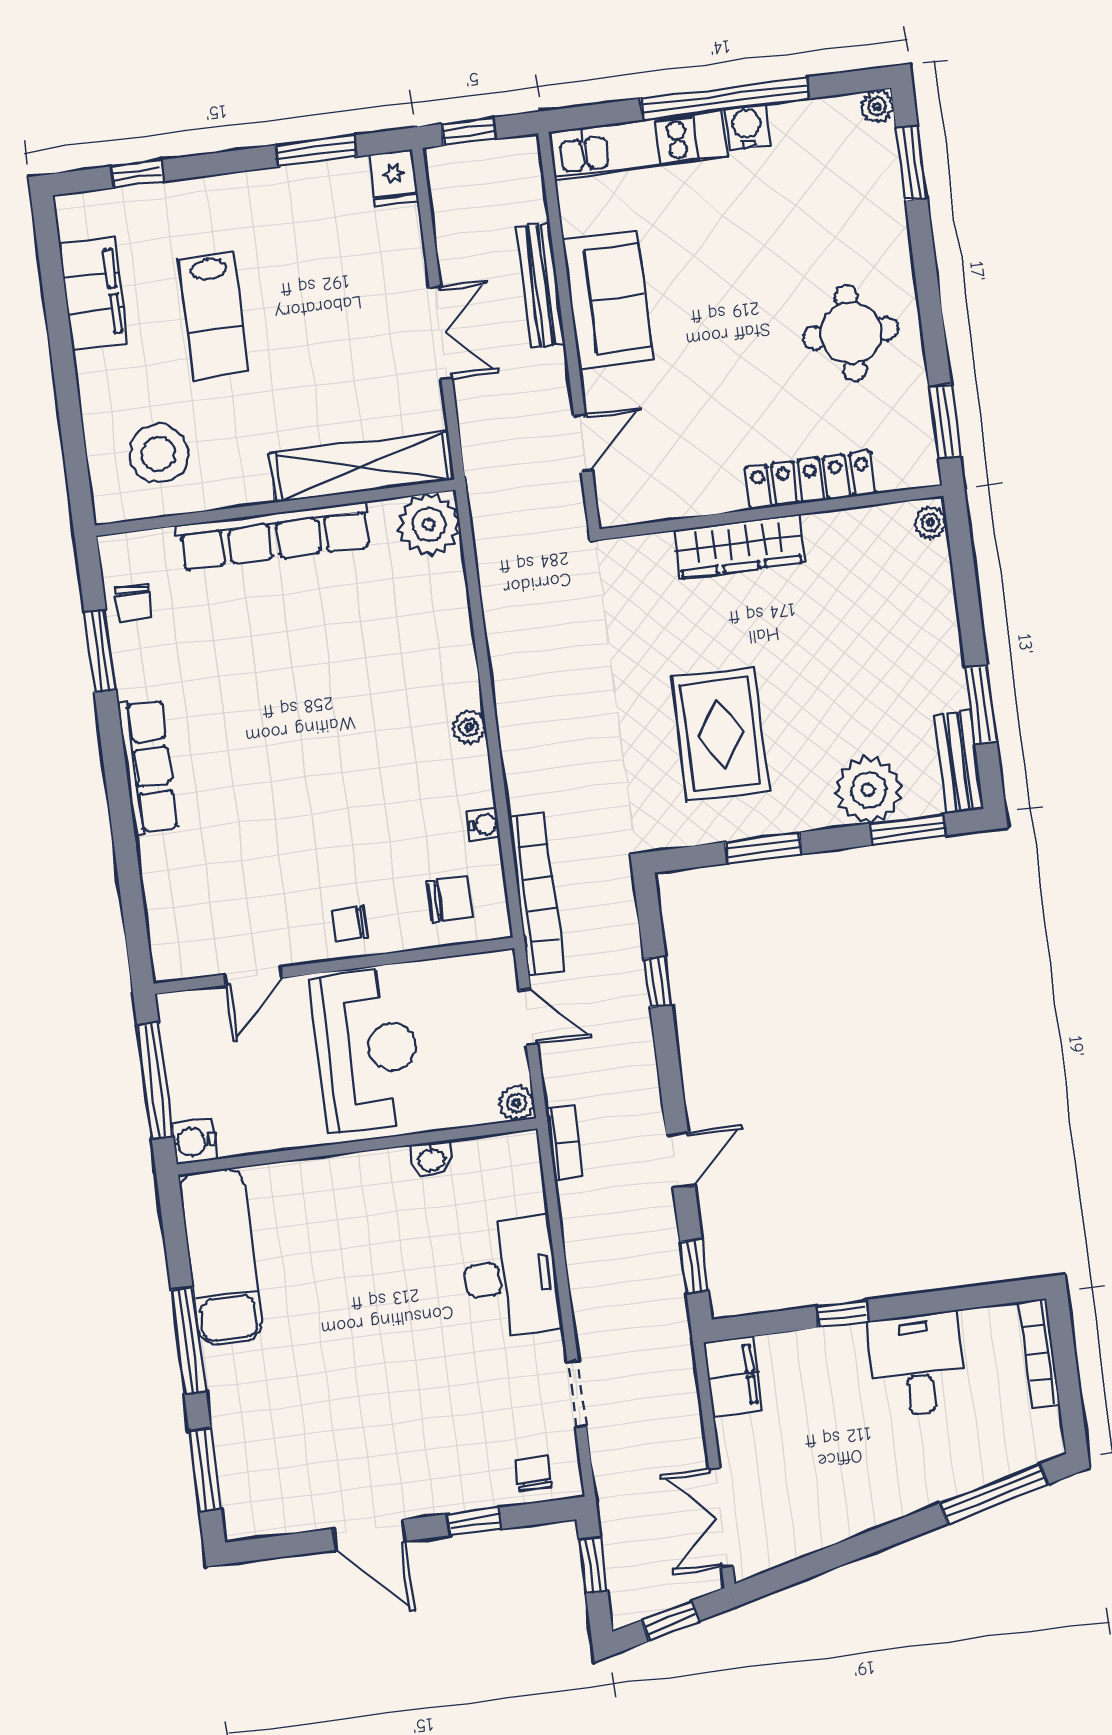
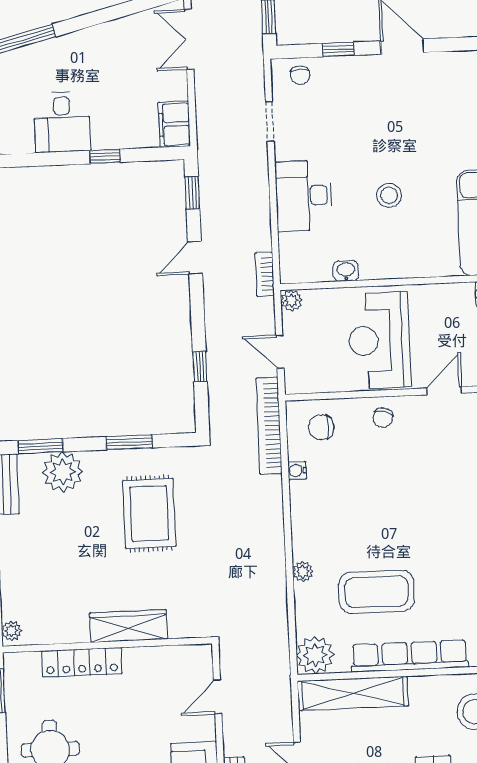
coffee table: (337, 637) -> (376, 592), added
plant: (469, 727) -> (303, 572), moved
chair: (350, 923) -> (383, 418), turned 105
stool: (371, 1289) -> (389, 195), added
double door: (721, 1517) -> (189, 39), swing flipped

